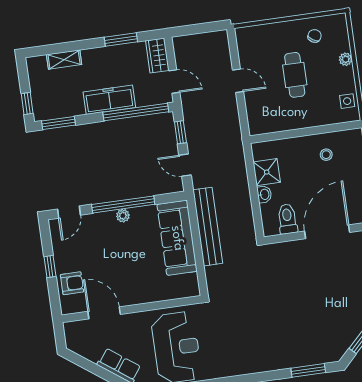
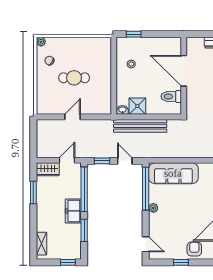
plant: (346, 59) -> (41, 42), moved
shelving: (64, 60) -> (42, 244), moved
freezer: (109, 100) -> (73, 211), width x0.71
side table: (347, 101) -> (97, 45), removed
window: (58, 123) -> (84, 230), moved
door: (185, 165) -> (125, 161), swing flipped
washbasin: (264, 194) -> (122, 110), moved
window: (123, 204) -> (146, 189), moved
bench: (208, 227) -> (140, 126), moved

